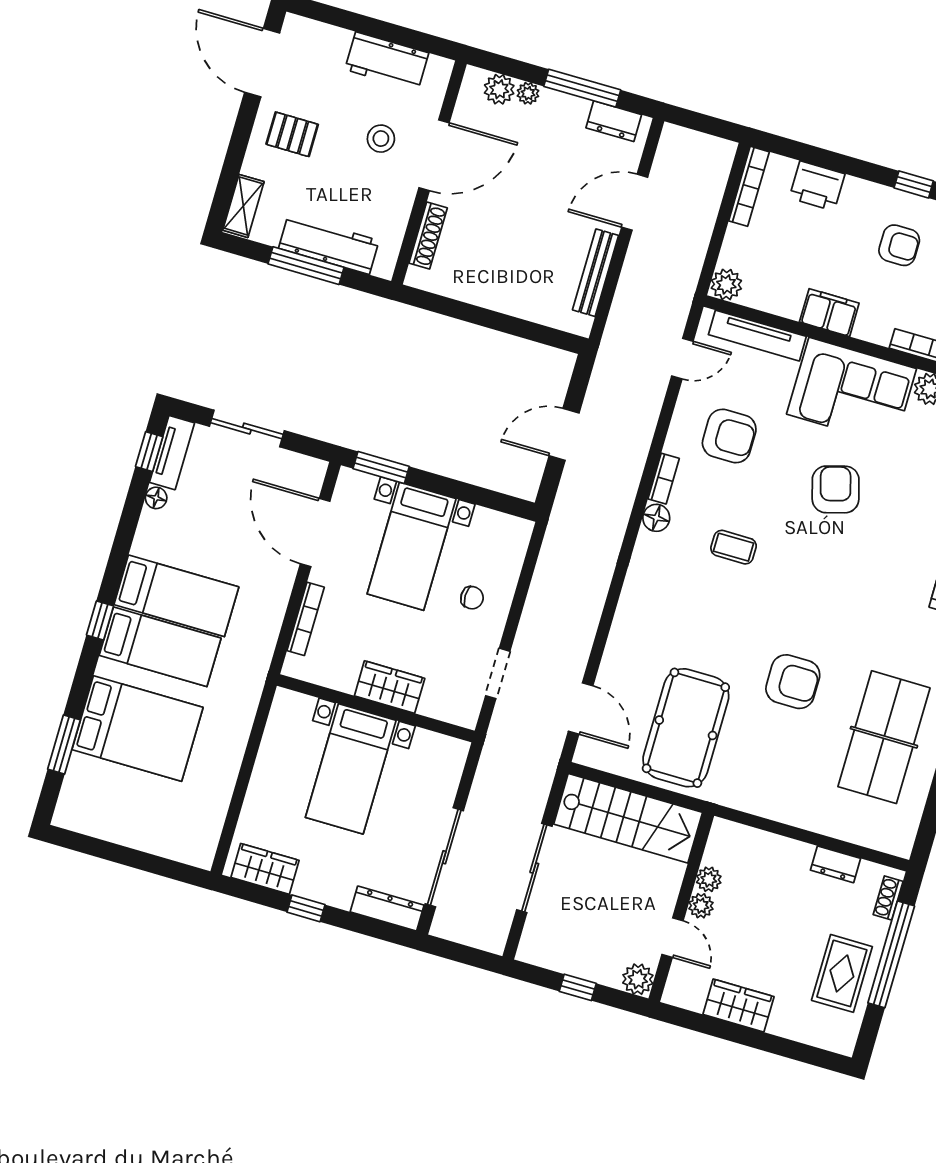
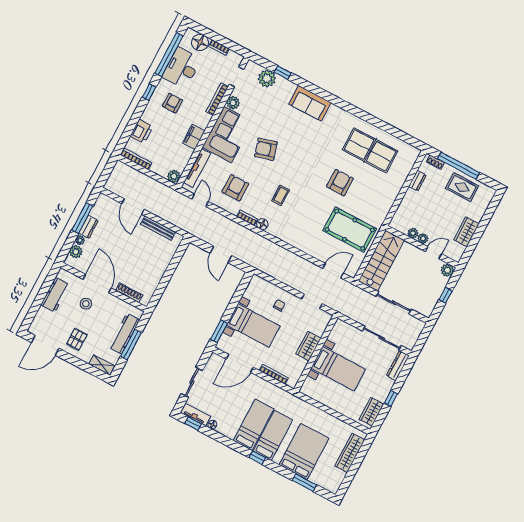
dresser: (614, 121) -> (88, 227), moved
wardrobe: (157, 838) -> (350, 453), added

